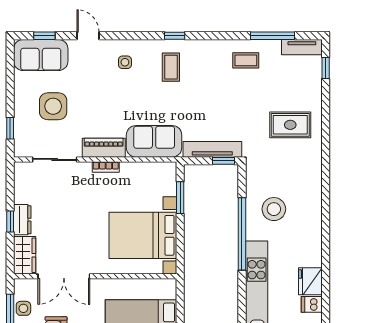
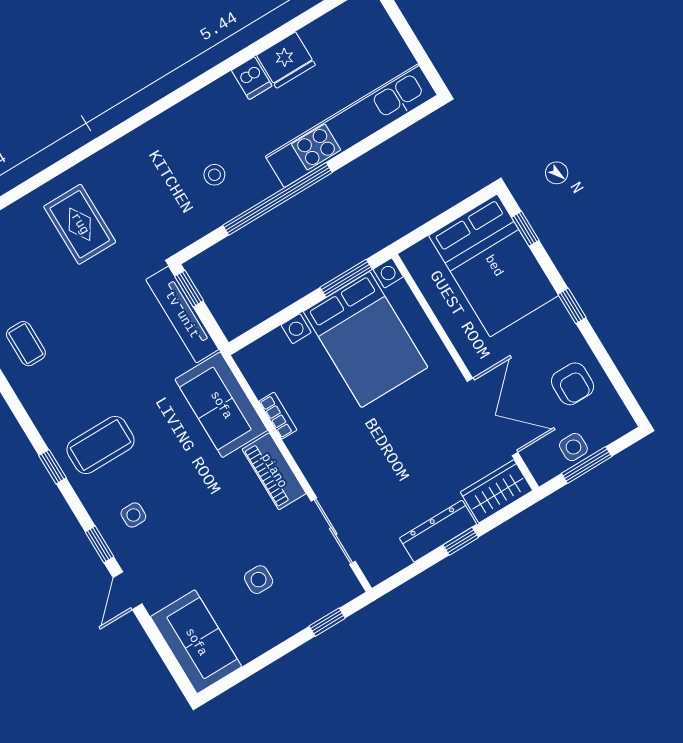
window: (44, 36) -> (100, 544), moved
coffee table: (171, 67) -> (100, 445), width x1.36, depth x1.30
side table: (53, 106) -> (259, 580), width x0.54, depth x0.54
bookcase: (106, 167) -> (278, 416), moved
window: (180, 198) -> (346, 278), moved
stool: (274, 209) -> (214, 175), width x0.53, depth x0.53
dresser: (22, 220) -> (438, 531), width x1.44
dishwasher: (312, 304) -> (252, 78), moved

